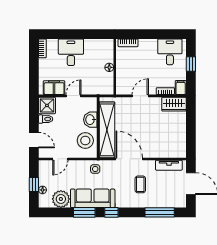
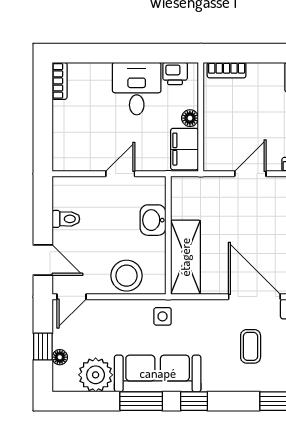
printer: (102, 45) -> (175, 73), added
desk: (71, 52) -> (137, 89), moved
filing cabinet: (54, 88) -> (185, 149), moved, turned -90
shower: (47, 105) -> (68, 192), removed
shelving: (107, 130) -> (185, 257), width x0.68
stool: (85, 141) -> (127, 276), moved
door: (60, 159) -> (71, 297), moved
door: (129, 159) -> (254, 297), moved

